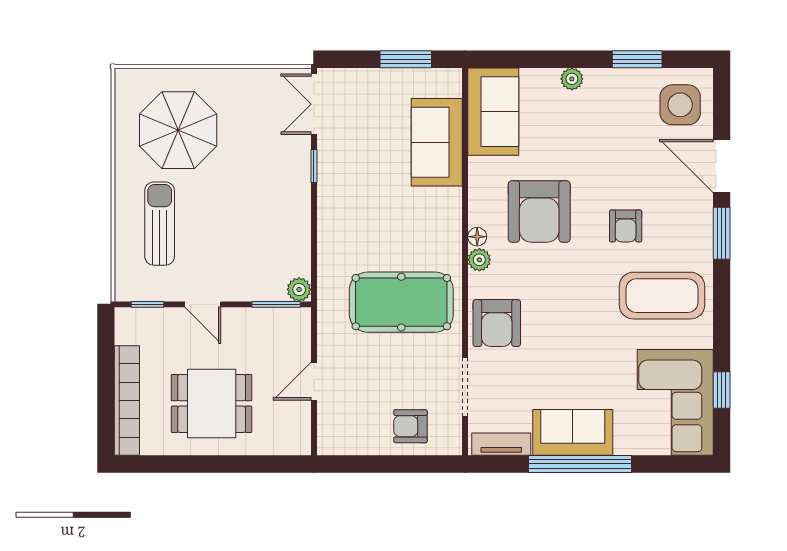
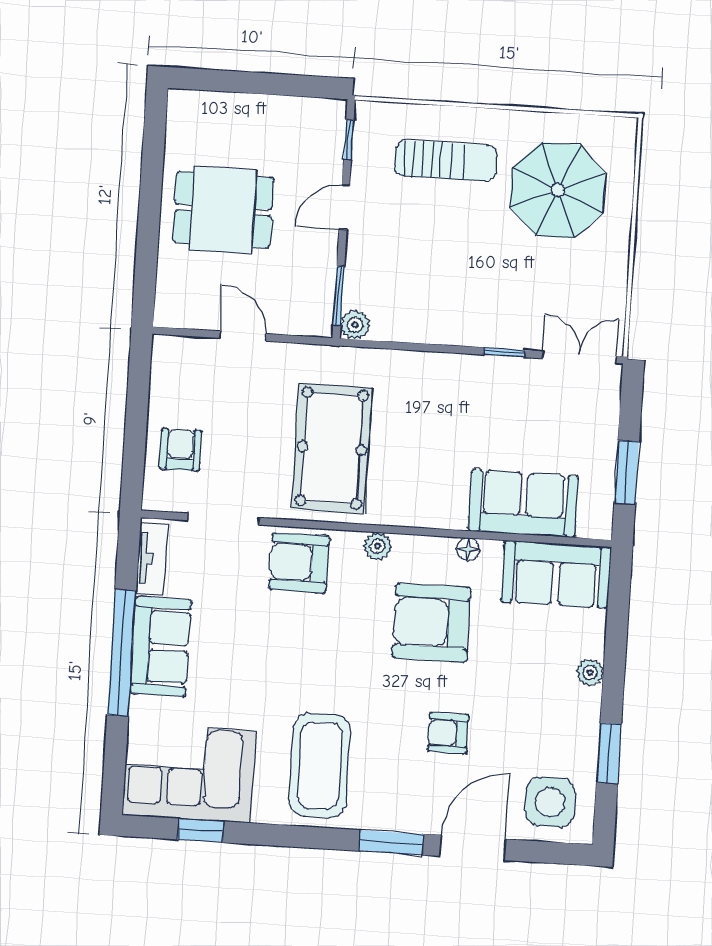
armchair: (626, 226) -> (448, 733), moved
floor lamp: (477, 237) -> (468, 549), moved
bookcase: (127, 400) -> (233, 107), removed
dining table: (212, 403) -> (223, 210), turned 90

